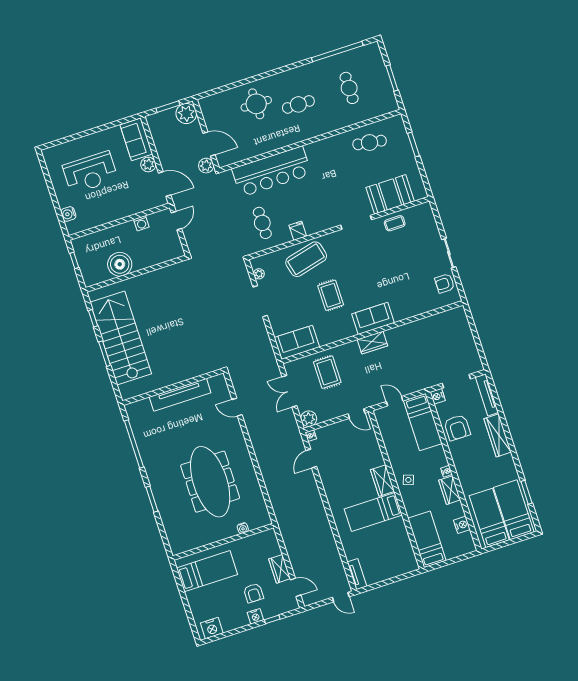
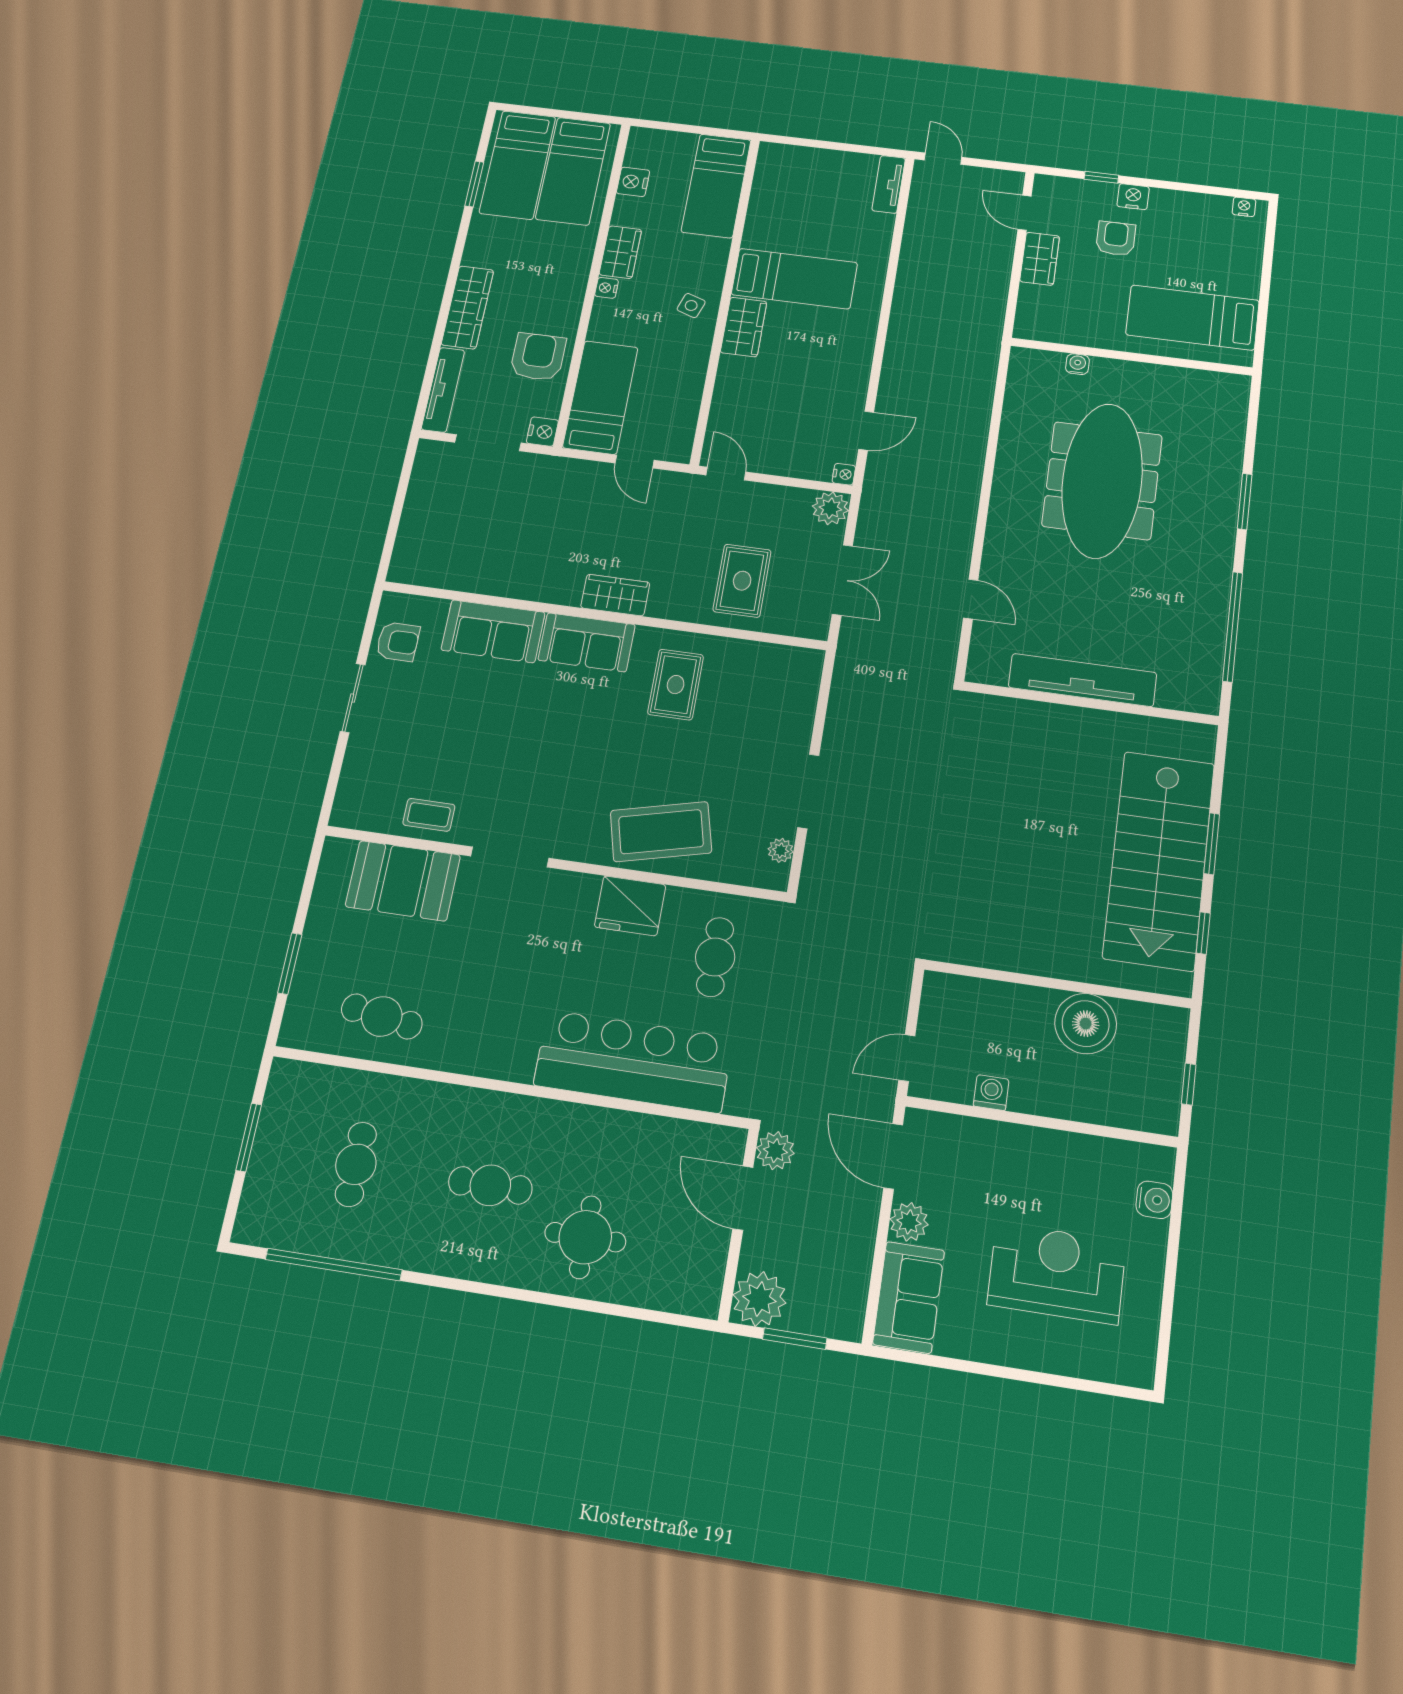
fridge: (298, 231) -> (630, 906), width x1.88, depth x1.34
rug: (331, 295) -> (676, 685), moved
sofa: (297, 342) -> (493, 631), moved
nightstand: (212, 628) -> (1244, 207), width x0.53, depth x0.56

